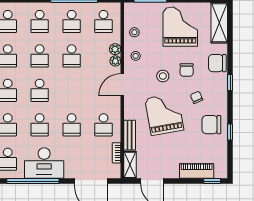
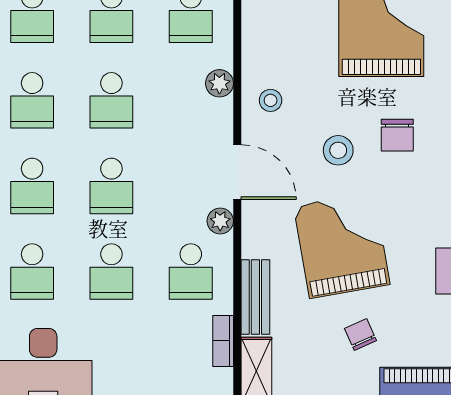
stool: (134, 32) -> (267, 42), removed
plant: (115, 61) -> (220, 221), moved
door: (122, 85) -> (237, 172), swing flipped
school desk: (72, 90) -> (111, 186), added
chair: (196, 97) -> (361, 334), moved

